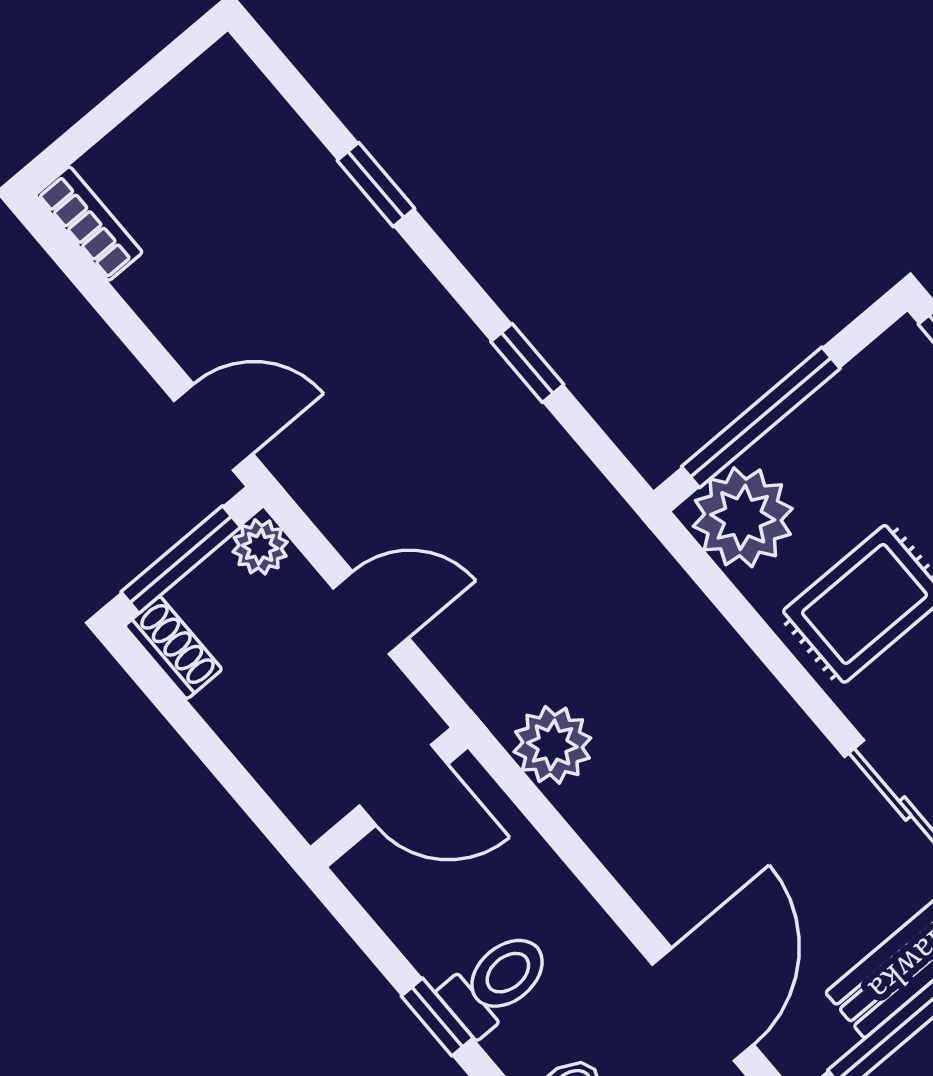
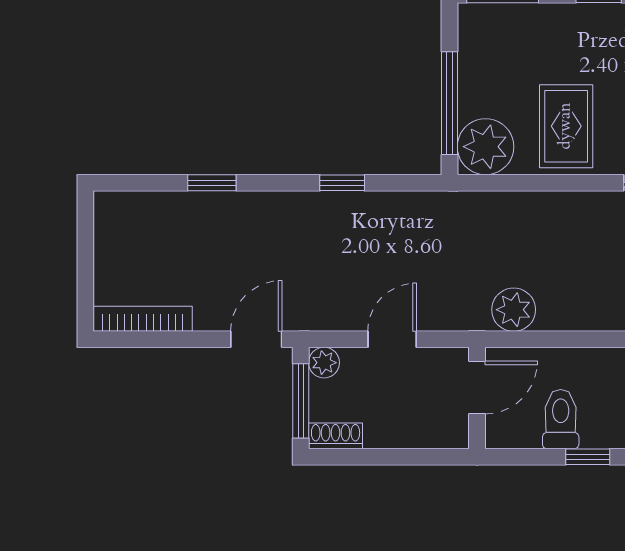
bookcase: (89, 224) -> (143, 319), width x1.56
toilet: (496, 982) -> (561, 419), moved

